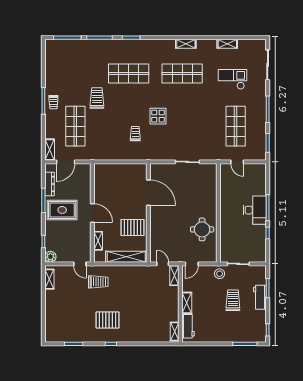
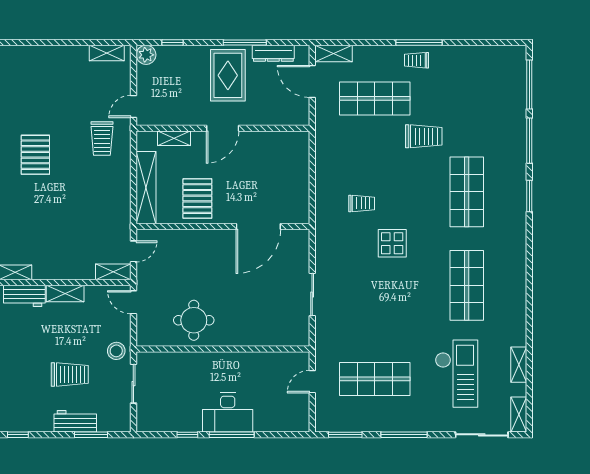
shelving: (186, 44) -> (519, 415), moved
checkout: (232, 79) -> (457, 374), width x1.36, depth x1.21

